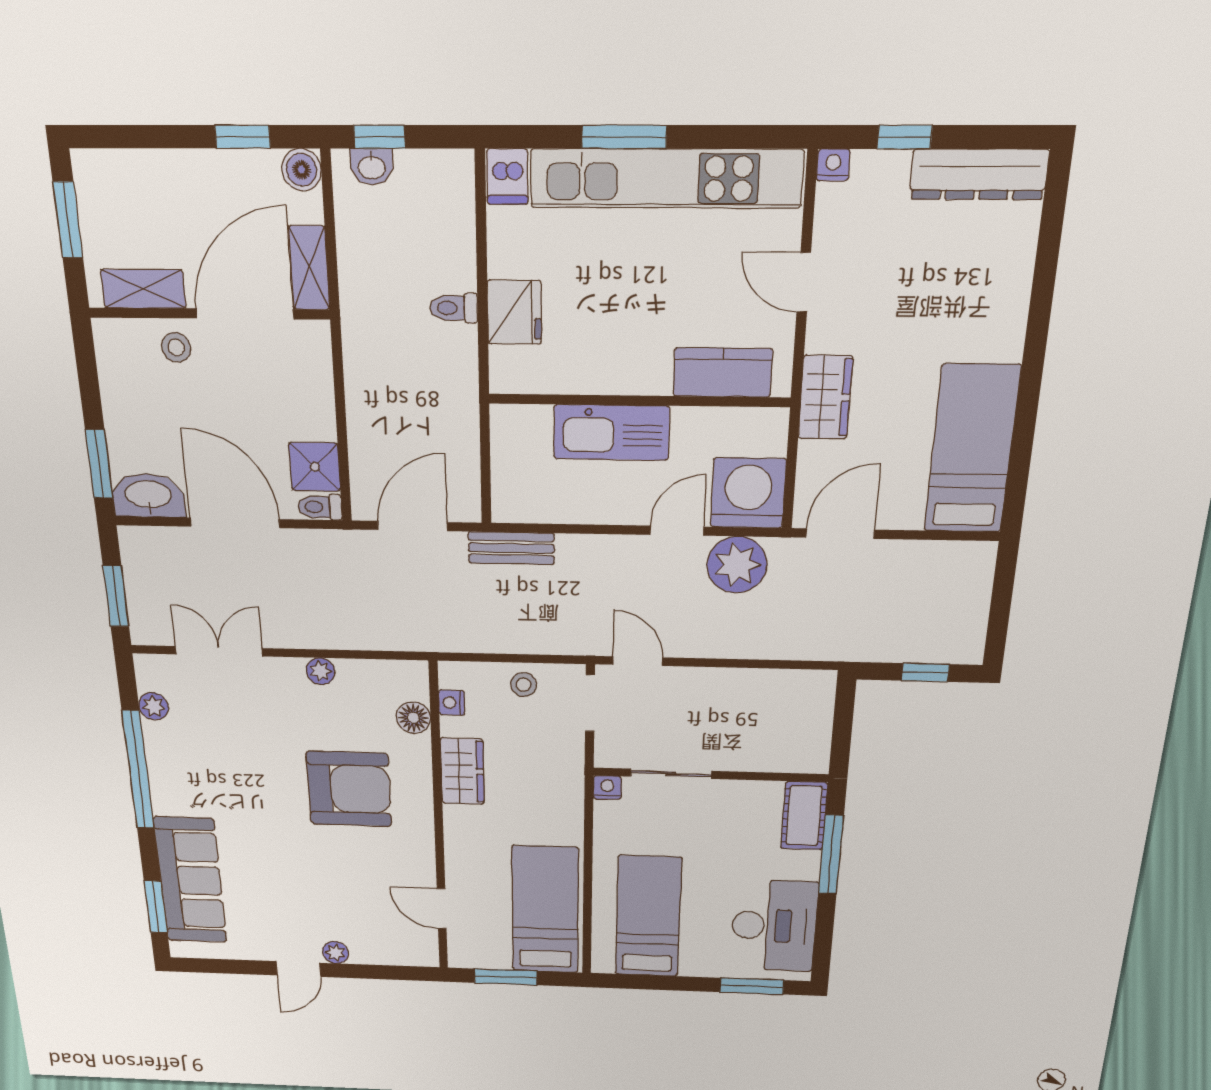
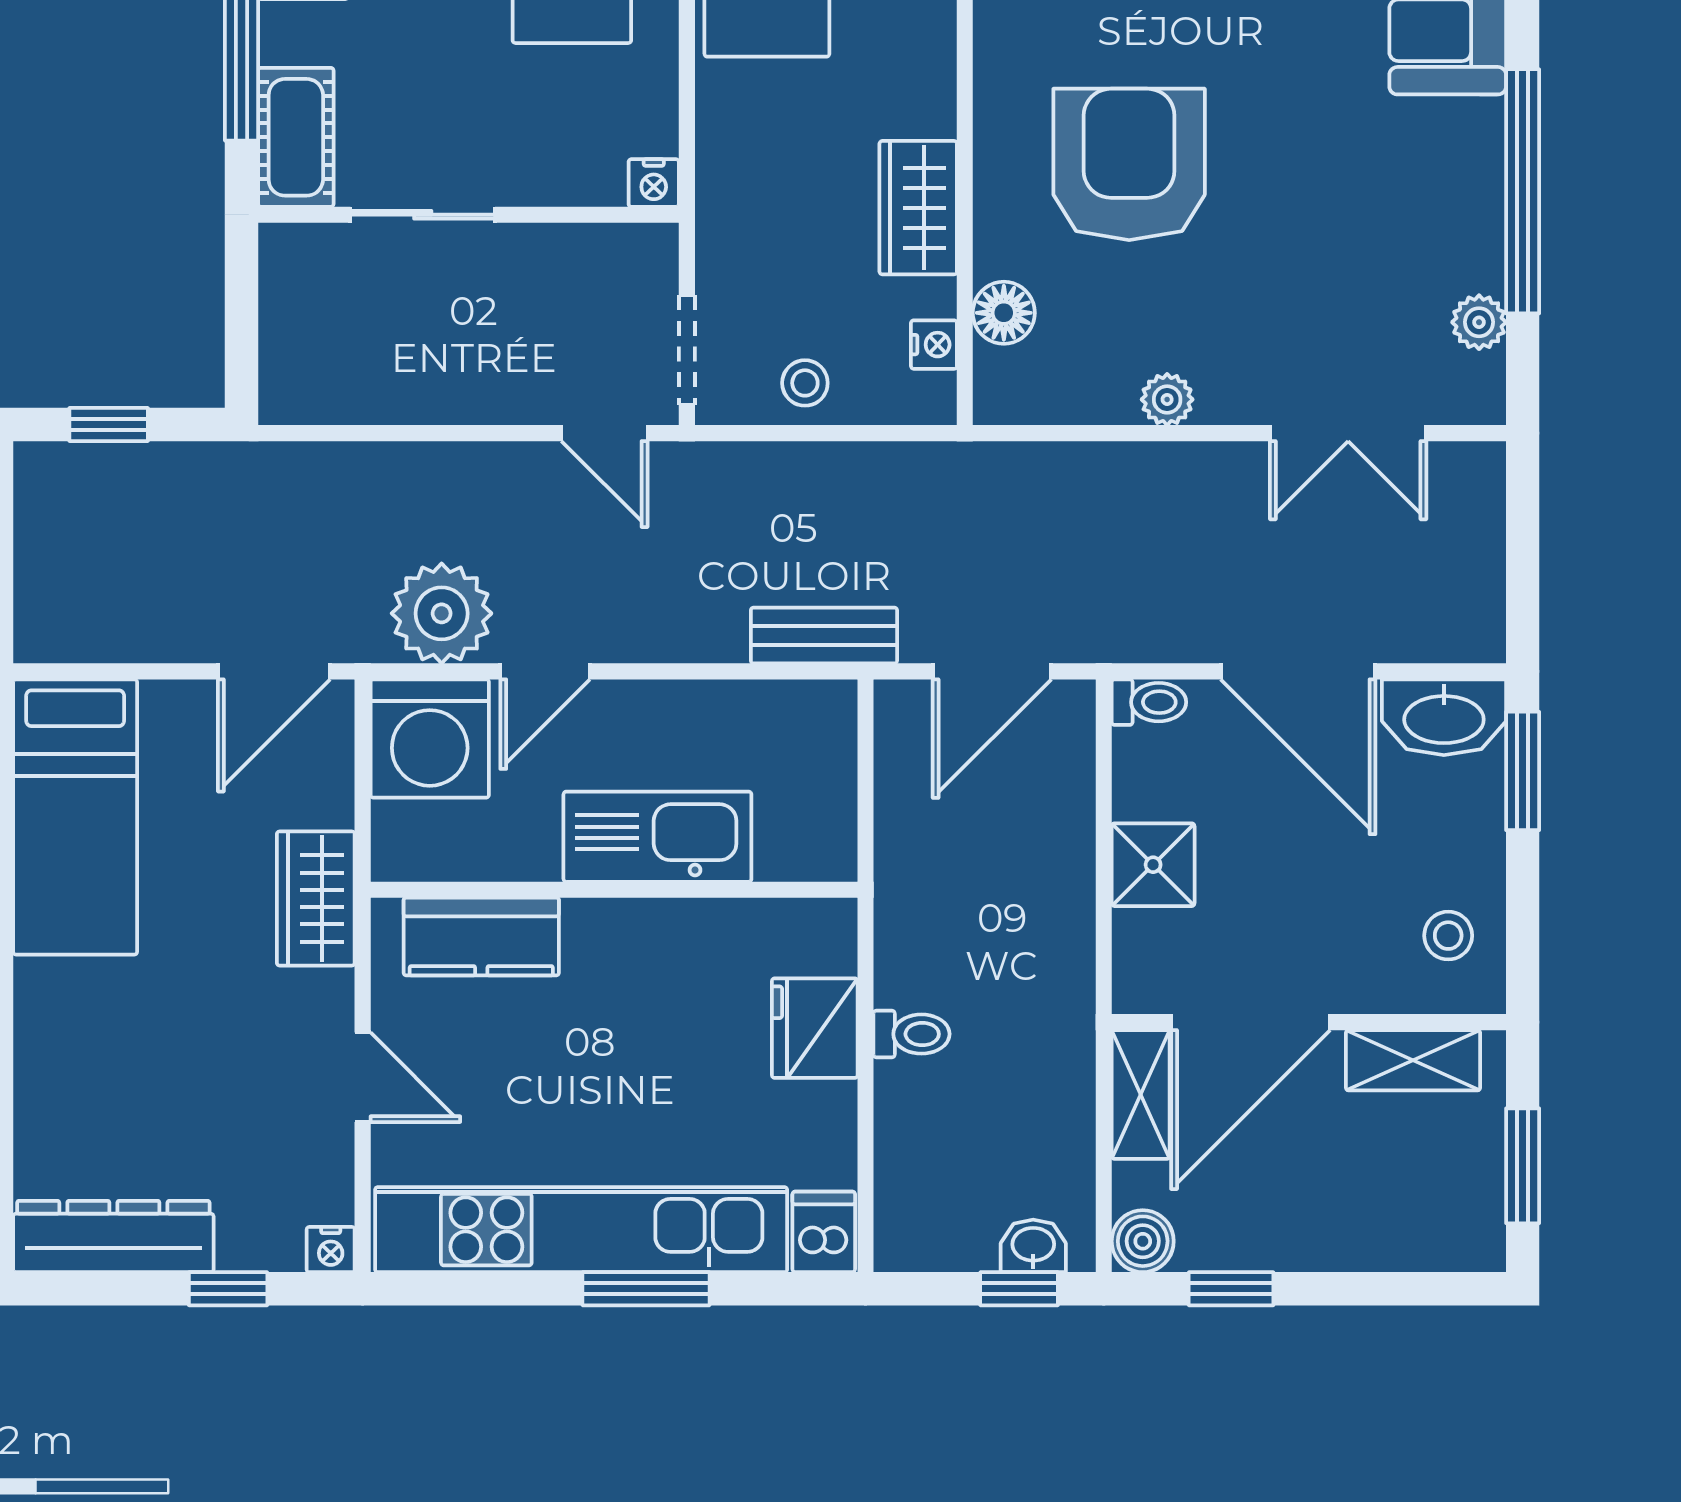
stool: (176, 347) -> (1448, 936), moved
shower: (315, 467) -> (1153, 865), moved
window: (116, 596) -> (1523, 533), removed
sliding door: (671, 774) -> (423, 215), moved
armchair: (349, 789) -> (1129, 164), turned 90

